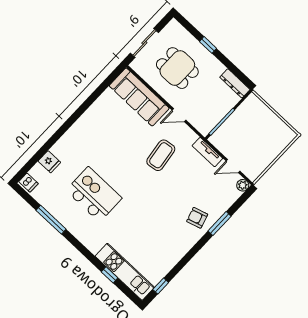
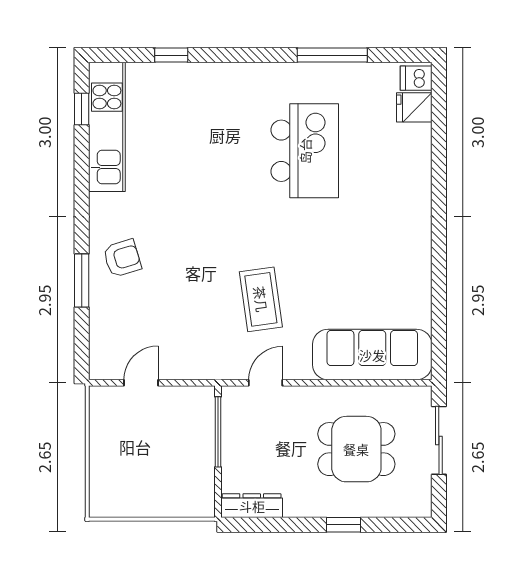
door: (179, 115) -> (265, 383), moved
tv unit: (207, 152) -> (197, 368), removed
fridge: (49, 162) -> (414, 107), moved
plant: (243, 185) -> (100, 368), removed
kitchen island: (94, 194) -> (305, 151), turned -90
kitchen unit: (125, 272) -> (107, 127), moved, turned -90

